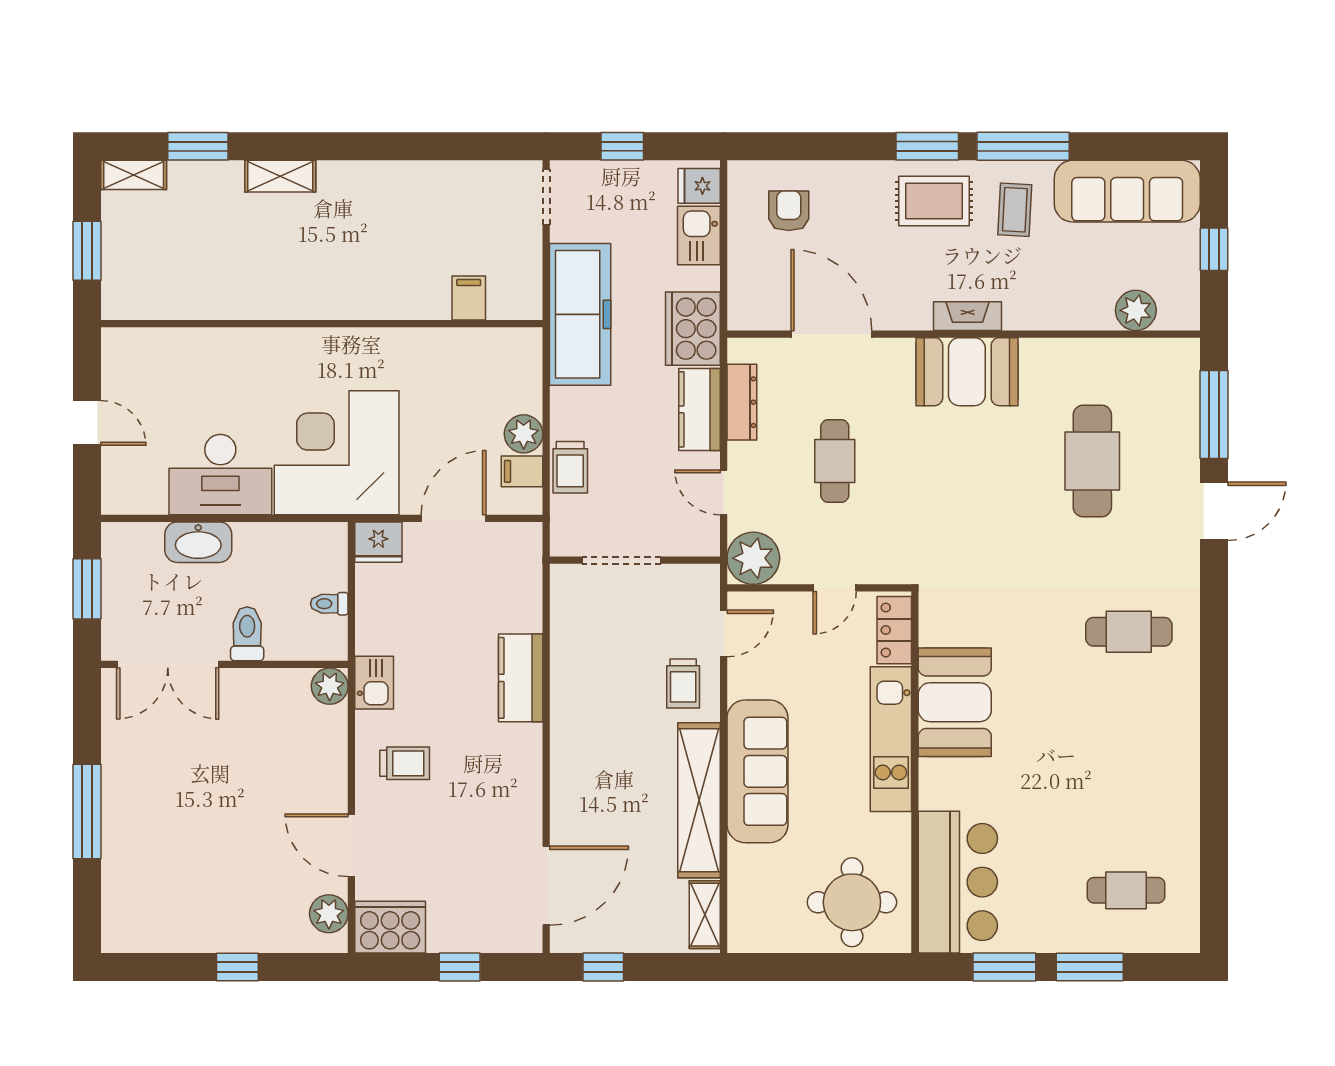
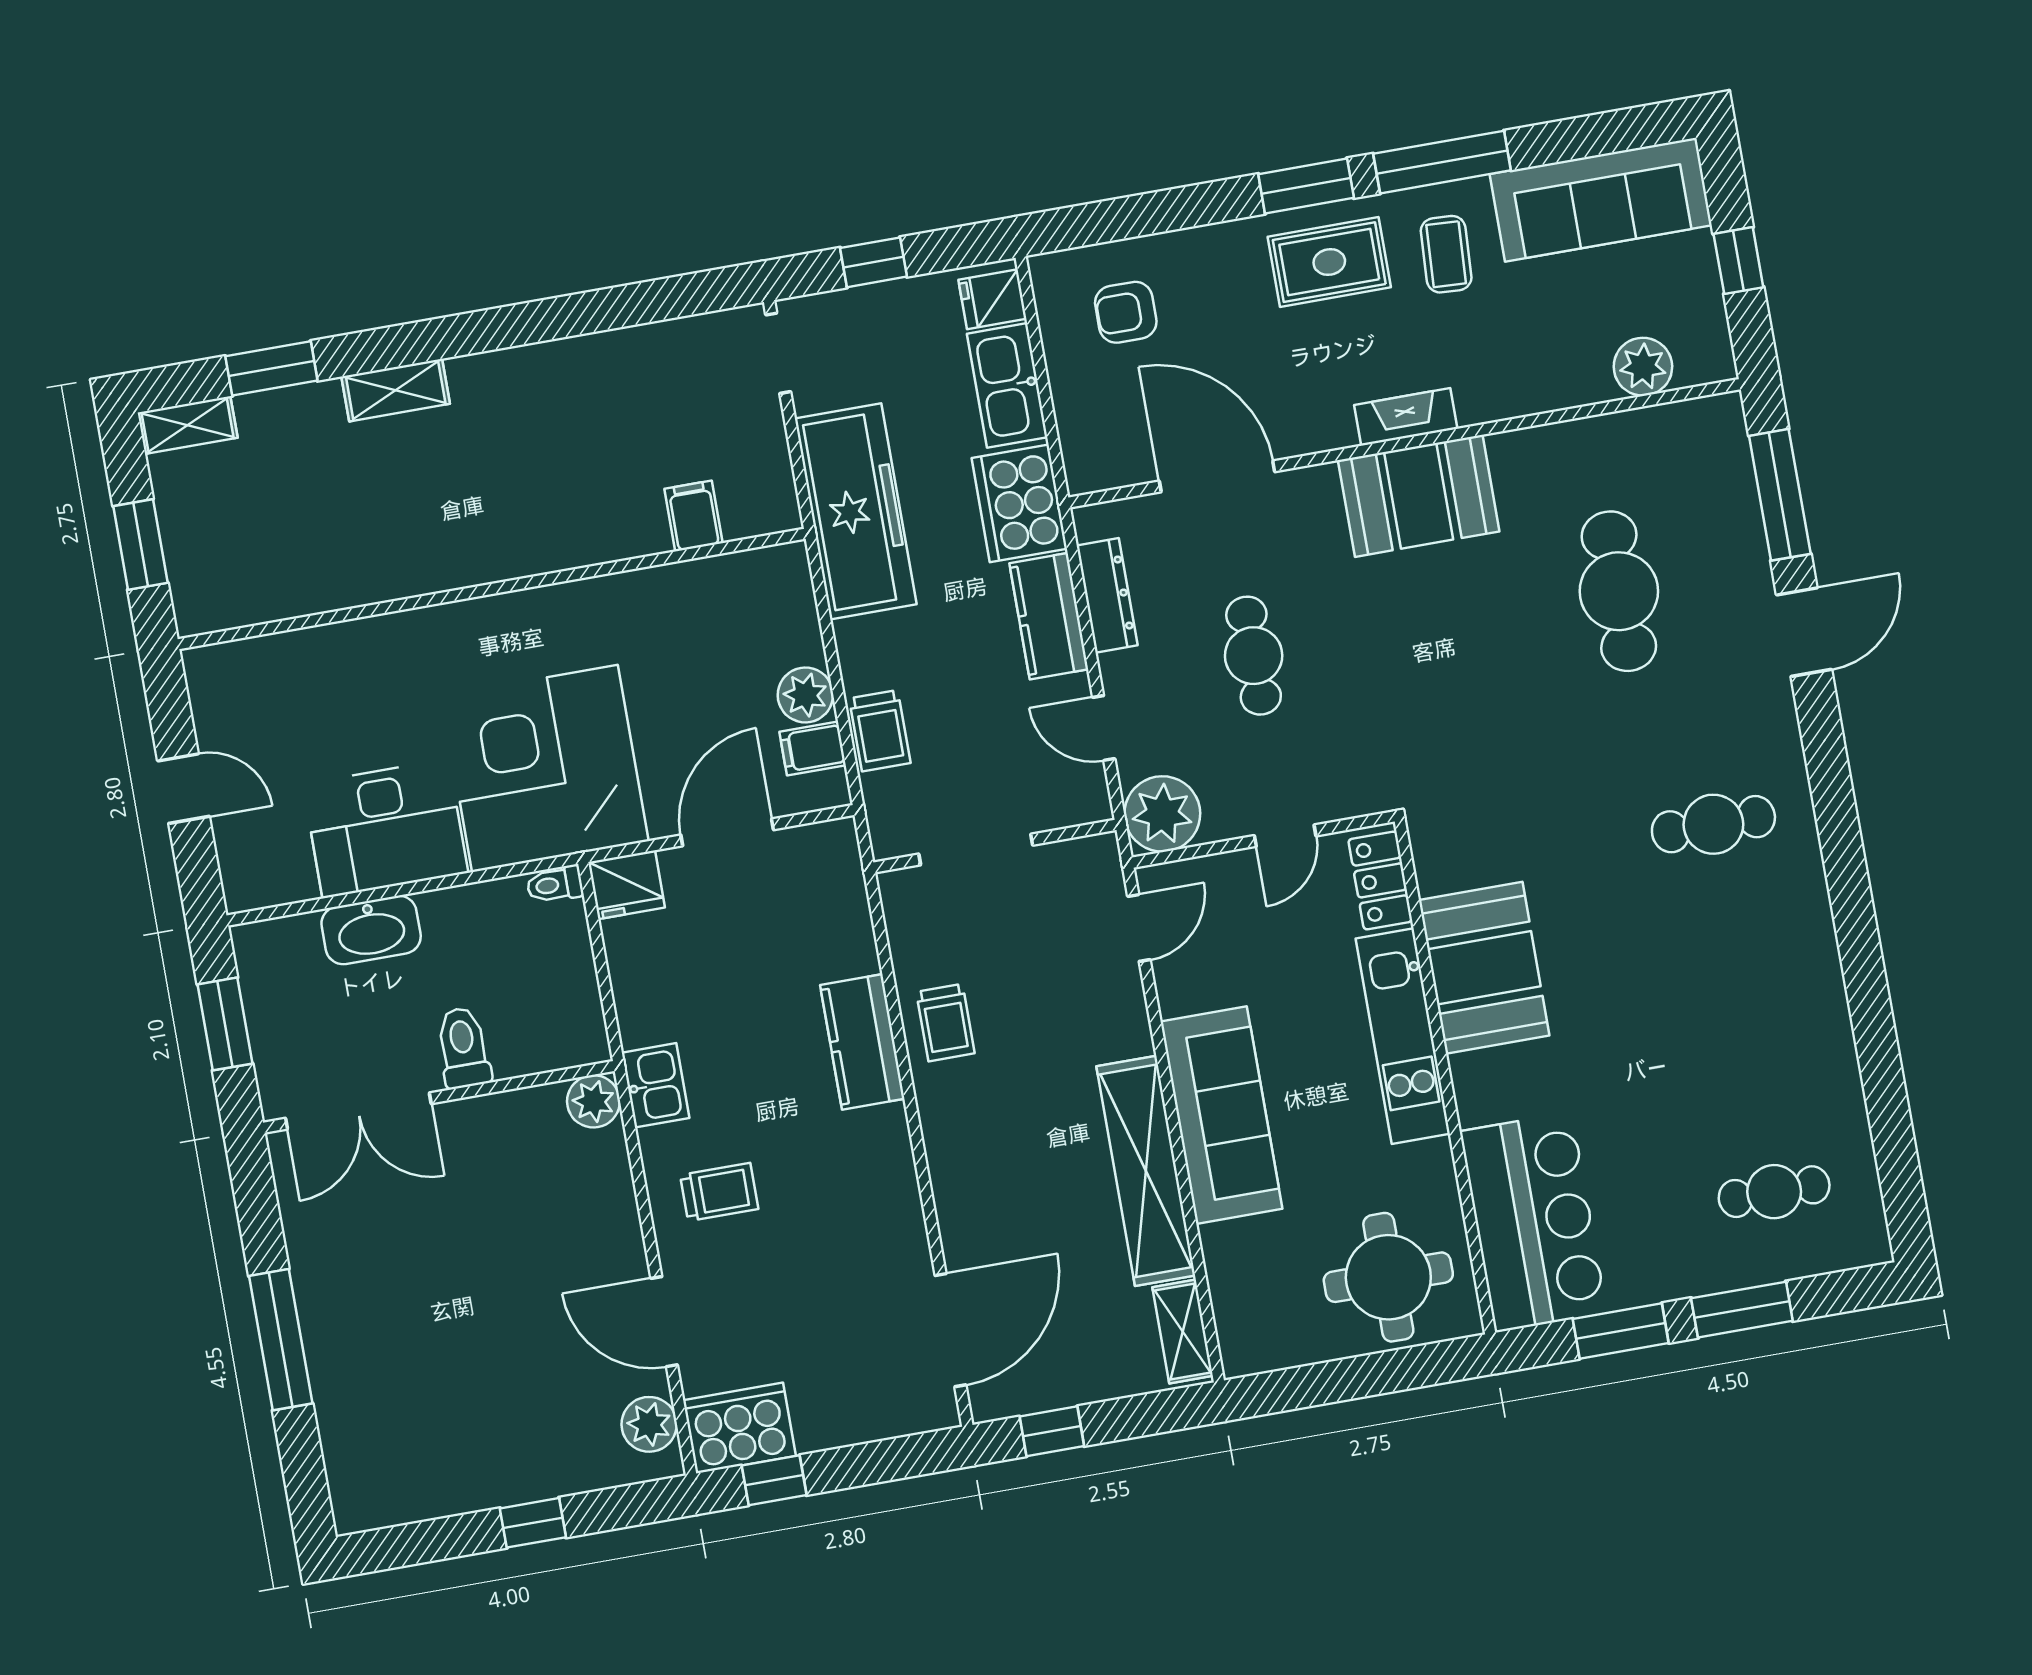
armchair: (789, 211) -> (1126, 312), turned -90
kitchen sink: (699, 236) -> (1007, 385), width x1.38
toilet: (329, 604) -> (555, 885), moved
trolley: (683, 683) -> (945, 1023), moved
window: (460, 967) -> (774, 1480), moved

